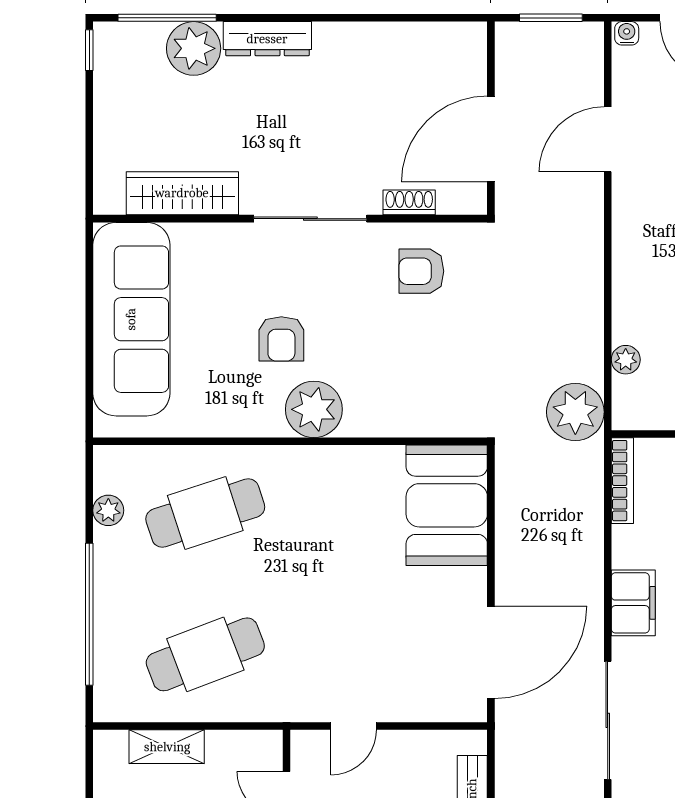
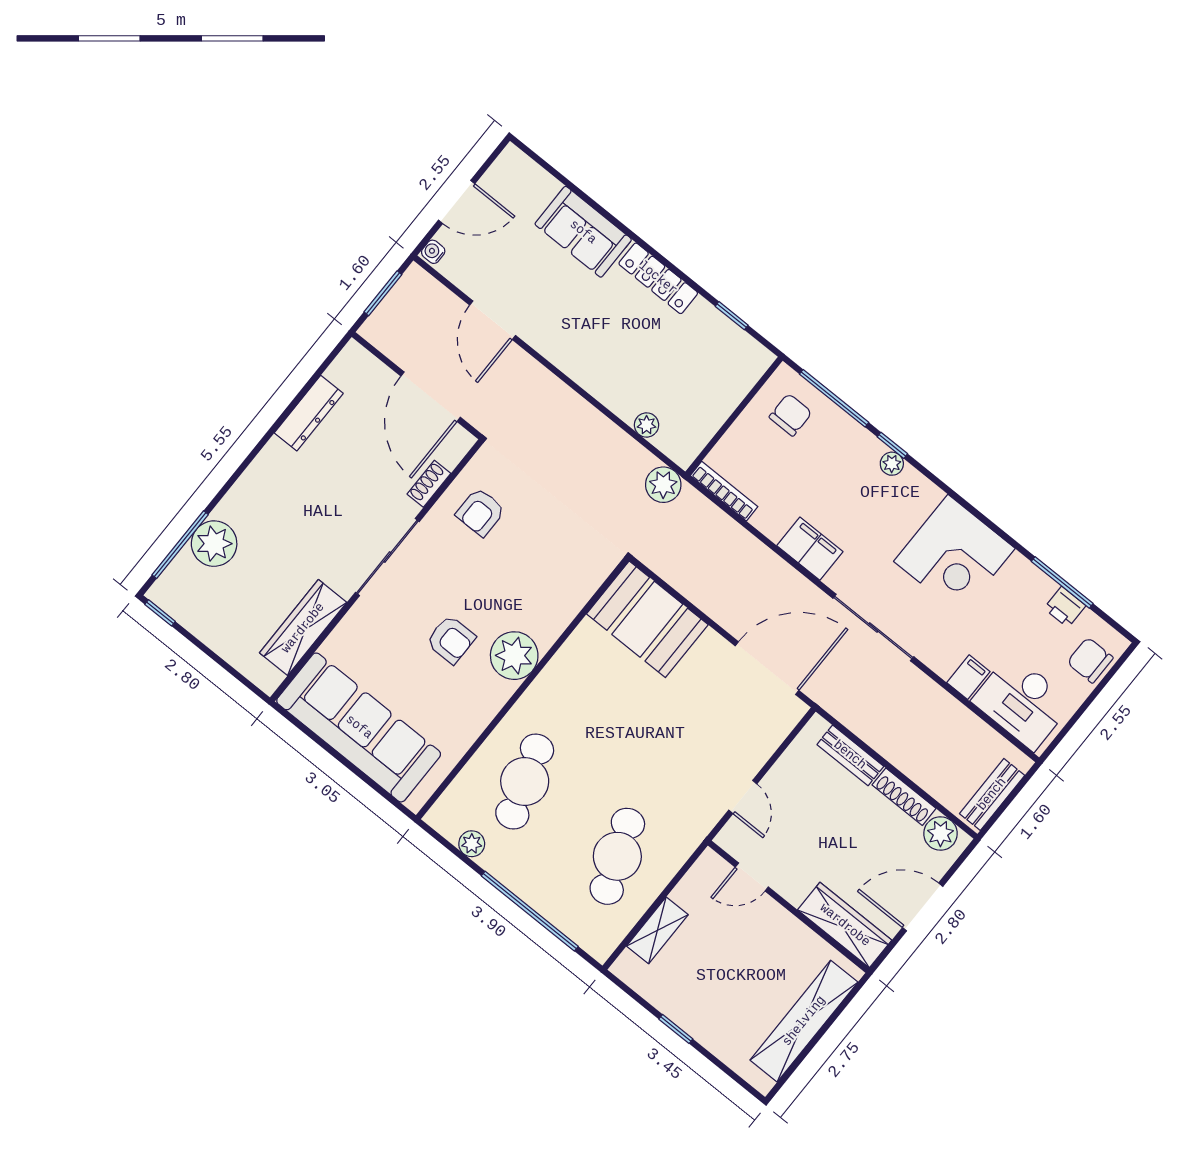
dresser: (267, 39) -> (309, 413), moved
plant: (575, 412) -> (663, 485), width x0.73, depth x0.73
door: (491, 652) -> (767, 668), hinge flipped

